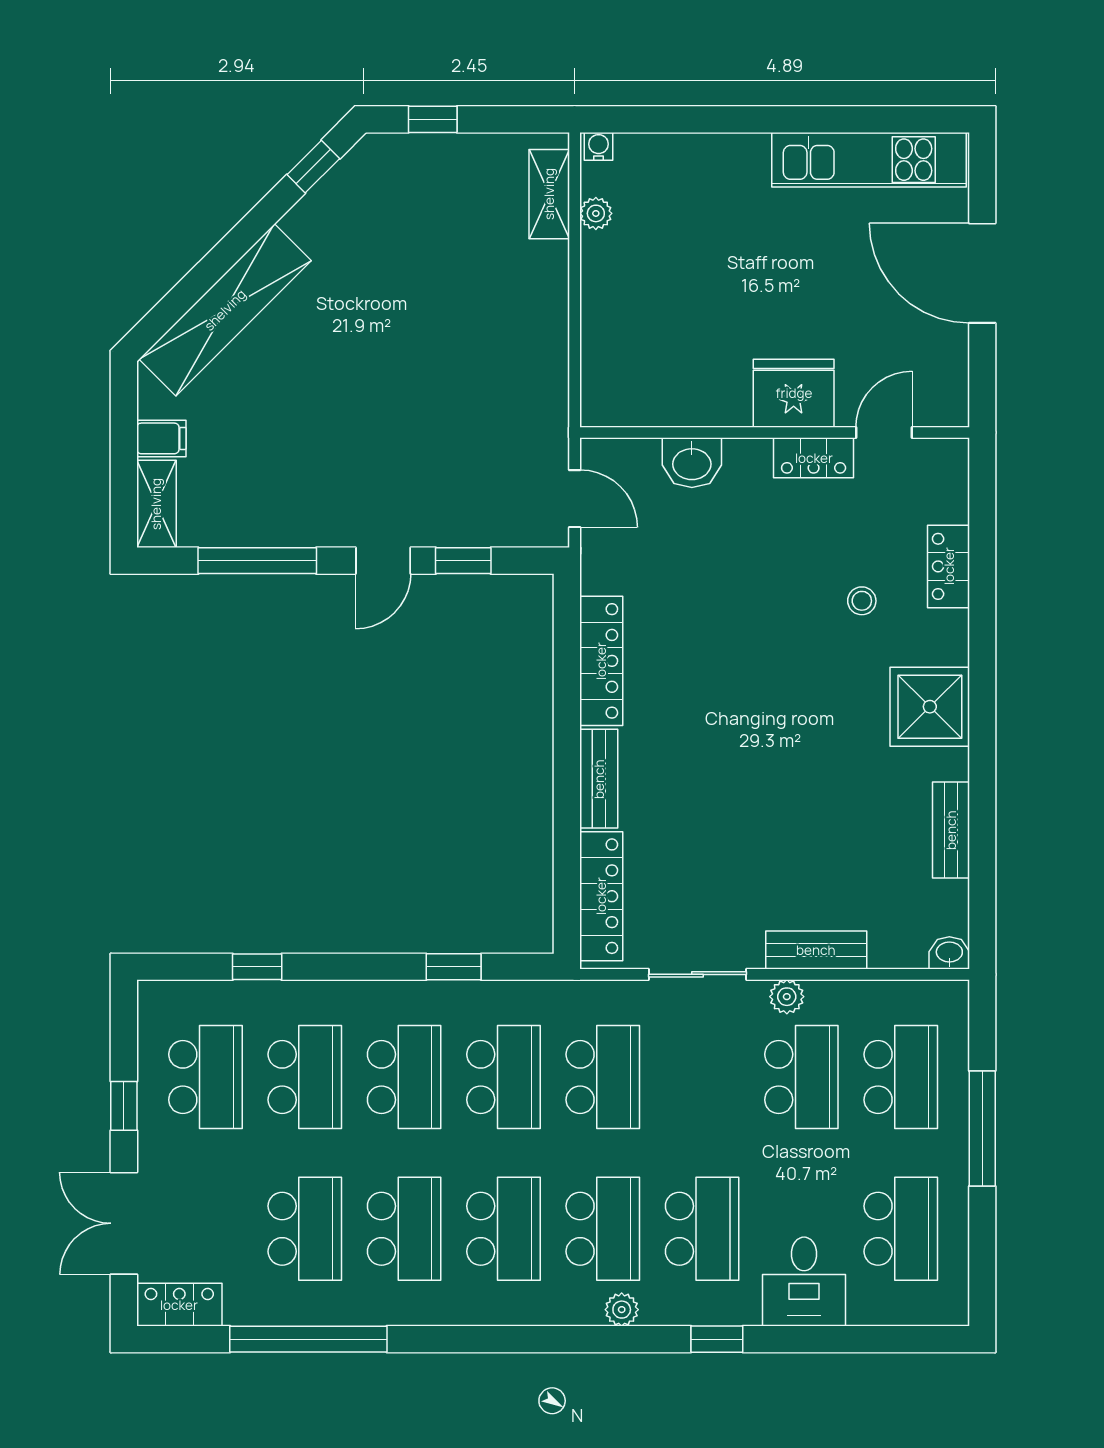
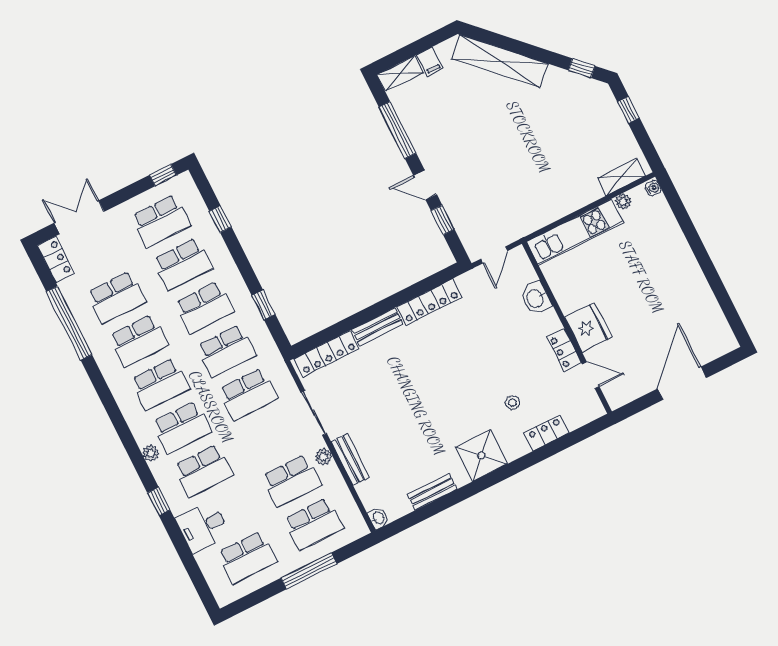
kitchen unit: (869, 160) -> (575, 232), moved, turned -90
window: (124, 1106) -> (163, 175), moved

